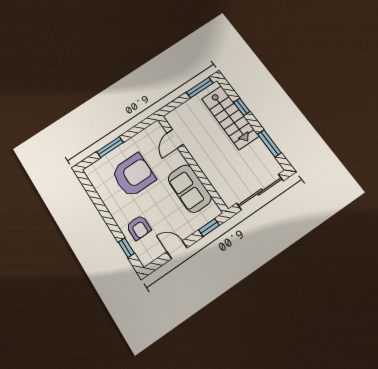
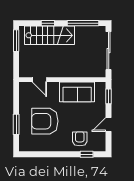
window: (269, 143) -> (83, 23), width x1.44
armchair: (133, 175) -> (45, 121), turned -90
armchair: (139, 228) -> (80, 139), turned -90

